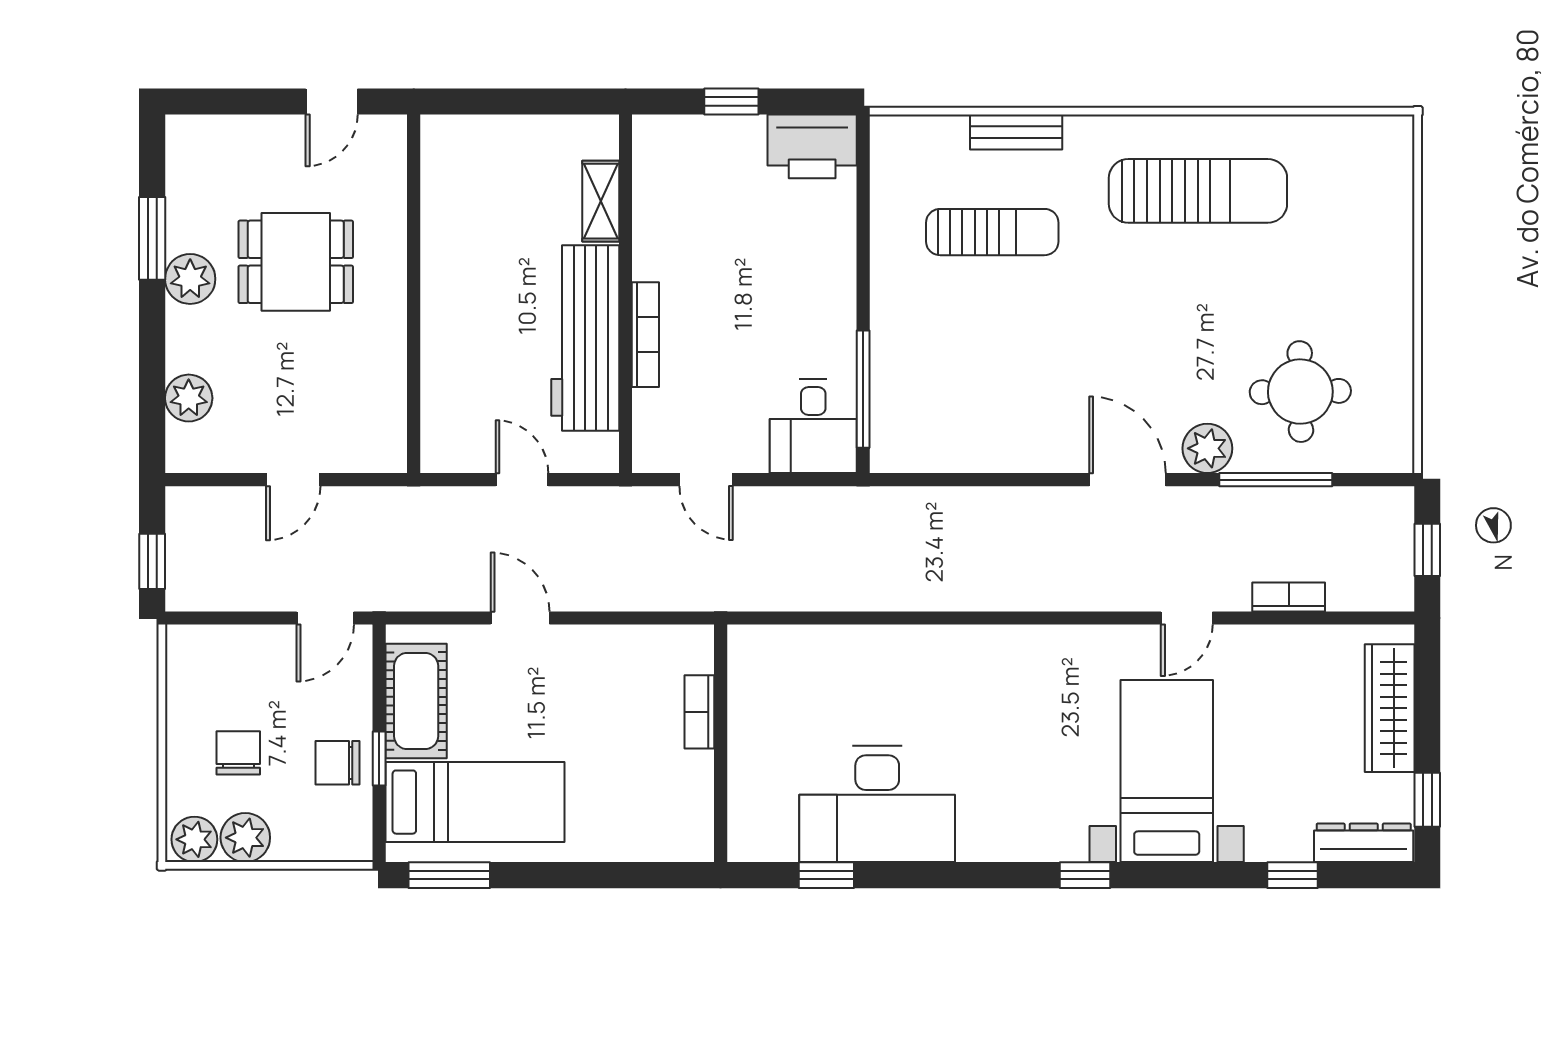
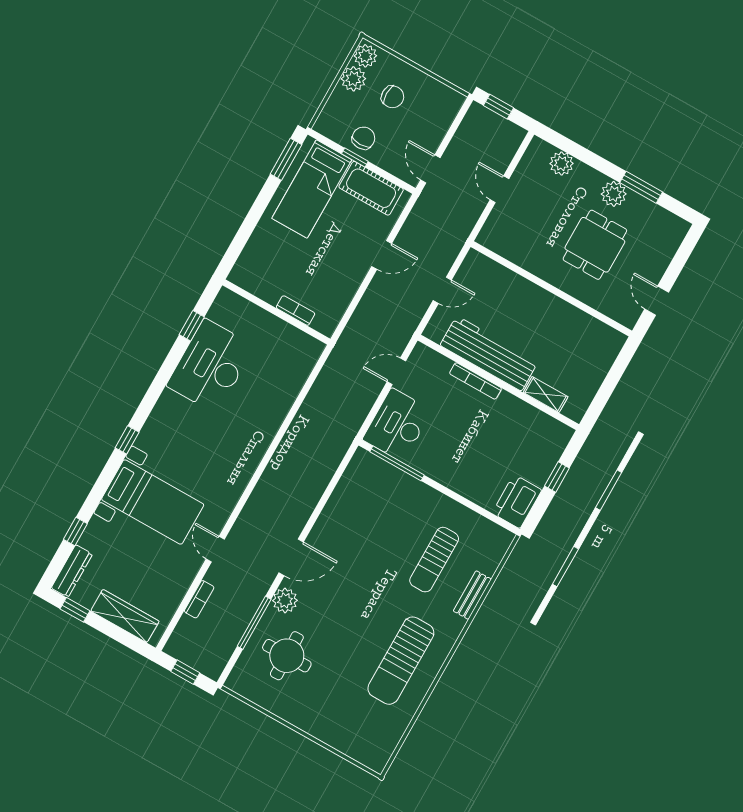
desk: (813, 426) -> (397, 425), width x1.37

